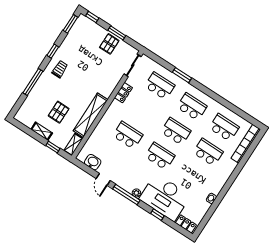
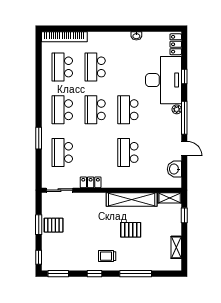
pallet: (59, 112) -> (131, 230), moved
shelving: (42, 131) -> (176, 247), moved
door: (103, 180) -> (184, 149), hinge flipped

